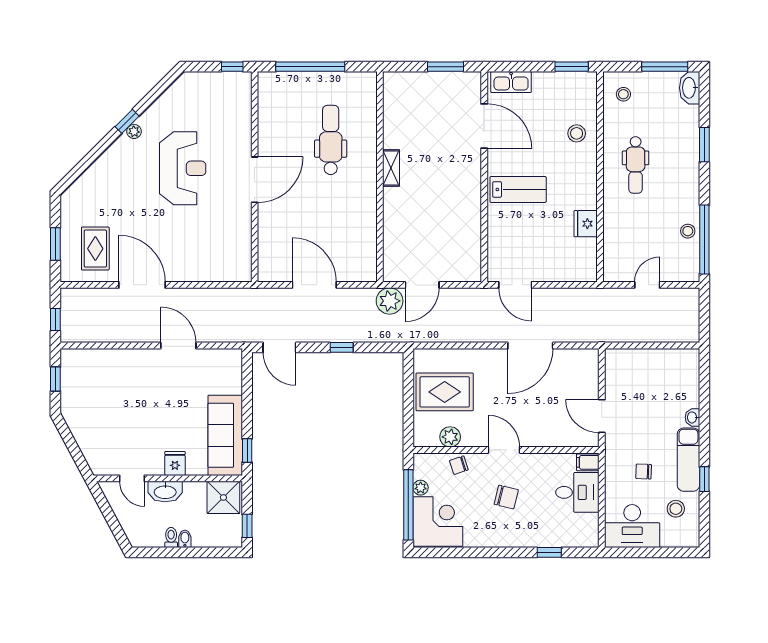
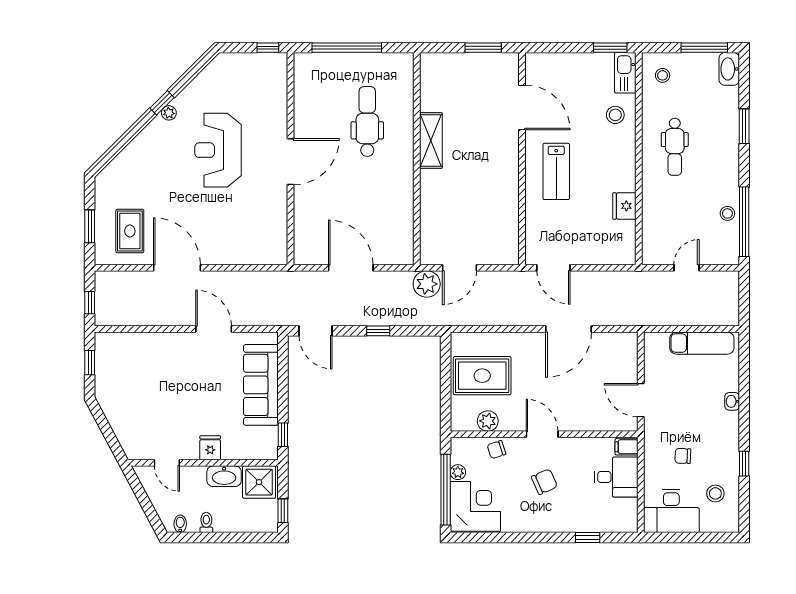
kitchen sink: (511, 82) -> (625, 73), moved, turned 90
reception desk: (183, 168) -> (218, 150), turned 180
shelving: (391, 168) -> (431, 141), width x1.50, depth x1.33
lab bench: (518, 189) -> (556, 171), turned 90
sofa: (225, 435) -> (261, 385), moved
exam couch: (688, 460) -> (702, 343), moved, turned -90
washbasin: (165, 492) -> (224, 476), moved
chair: (506, 497) -> (544, 482), turned -38
bidet: (185, 539) -> (180, 524), moved

